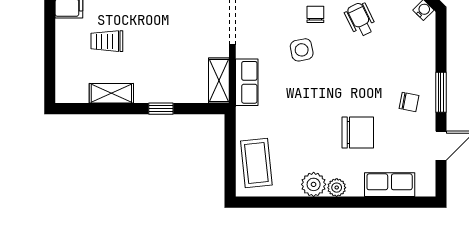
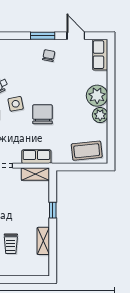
side table: (302, 50) -> (16, 104), moved
chair: (358, 133) -> (43, 114), moved
row of seats: (390, 185) -> (100, 55), moved
plant: (337, 188) -> (97, 96), width x1.88, depth x1.88

